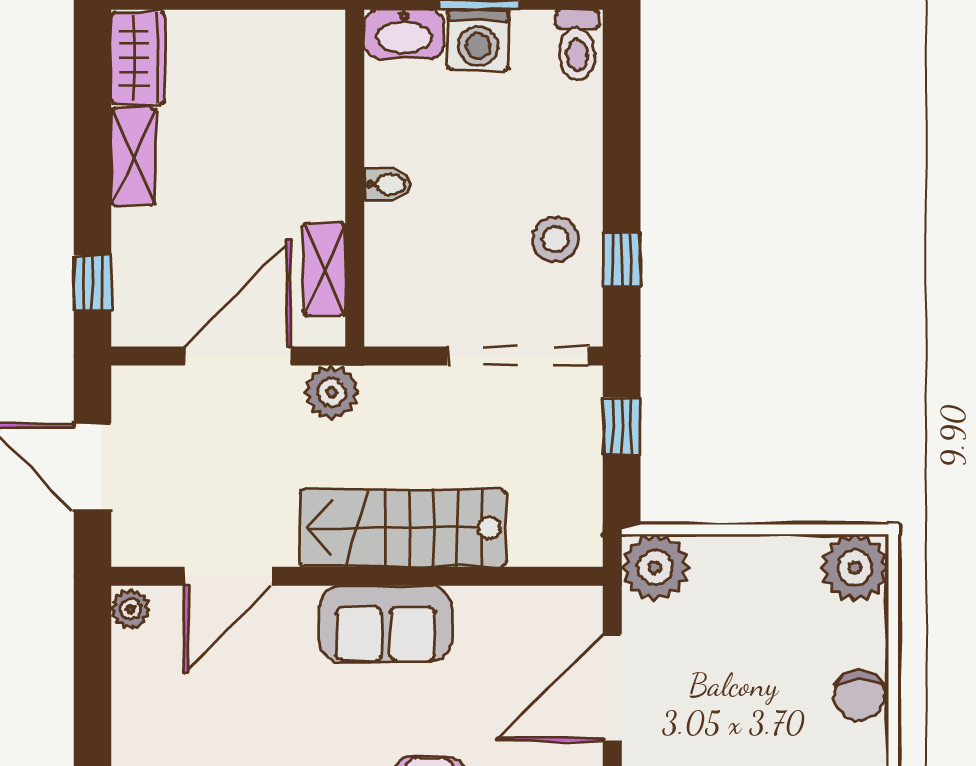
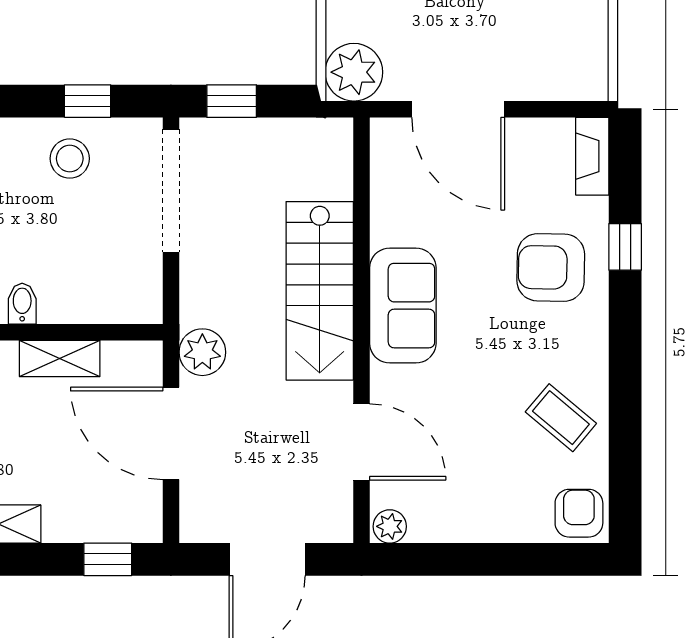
shelving: (324, 269) -> (60, 358), moved

